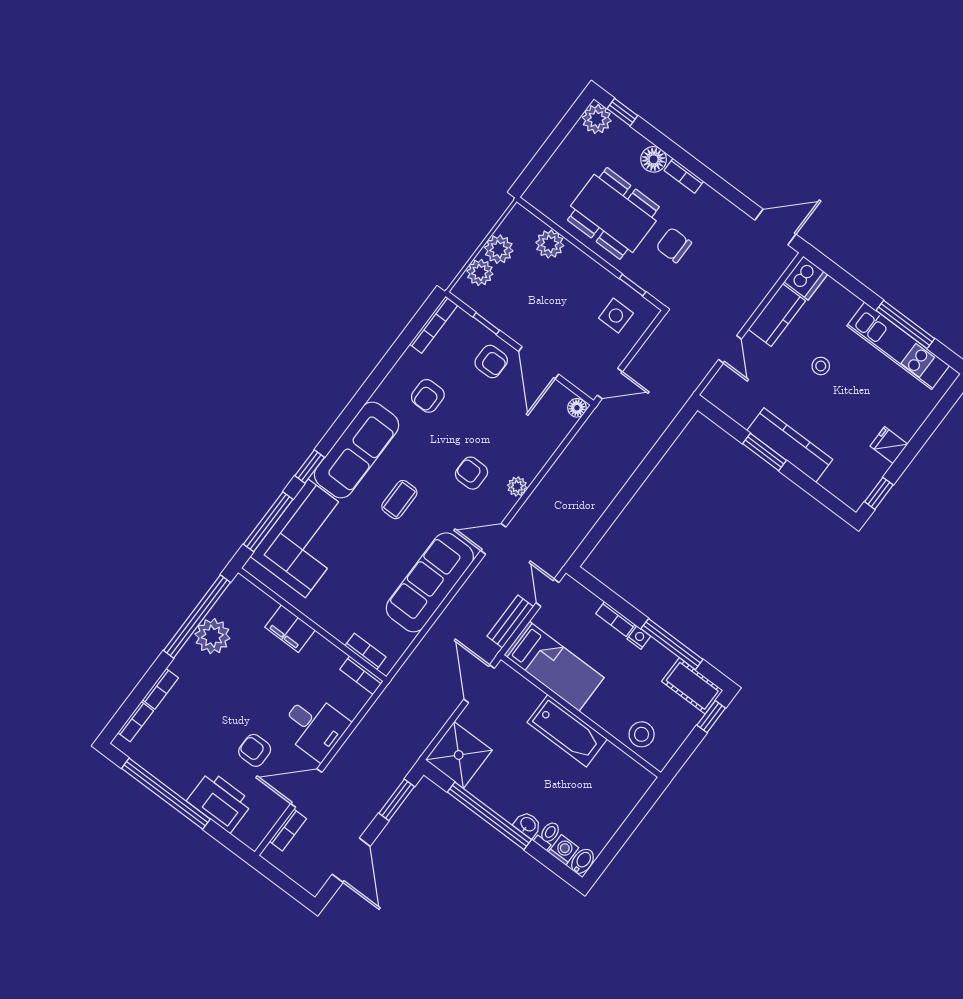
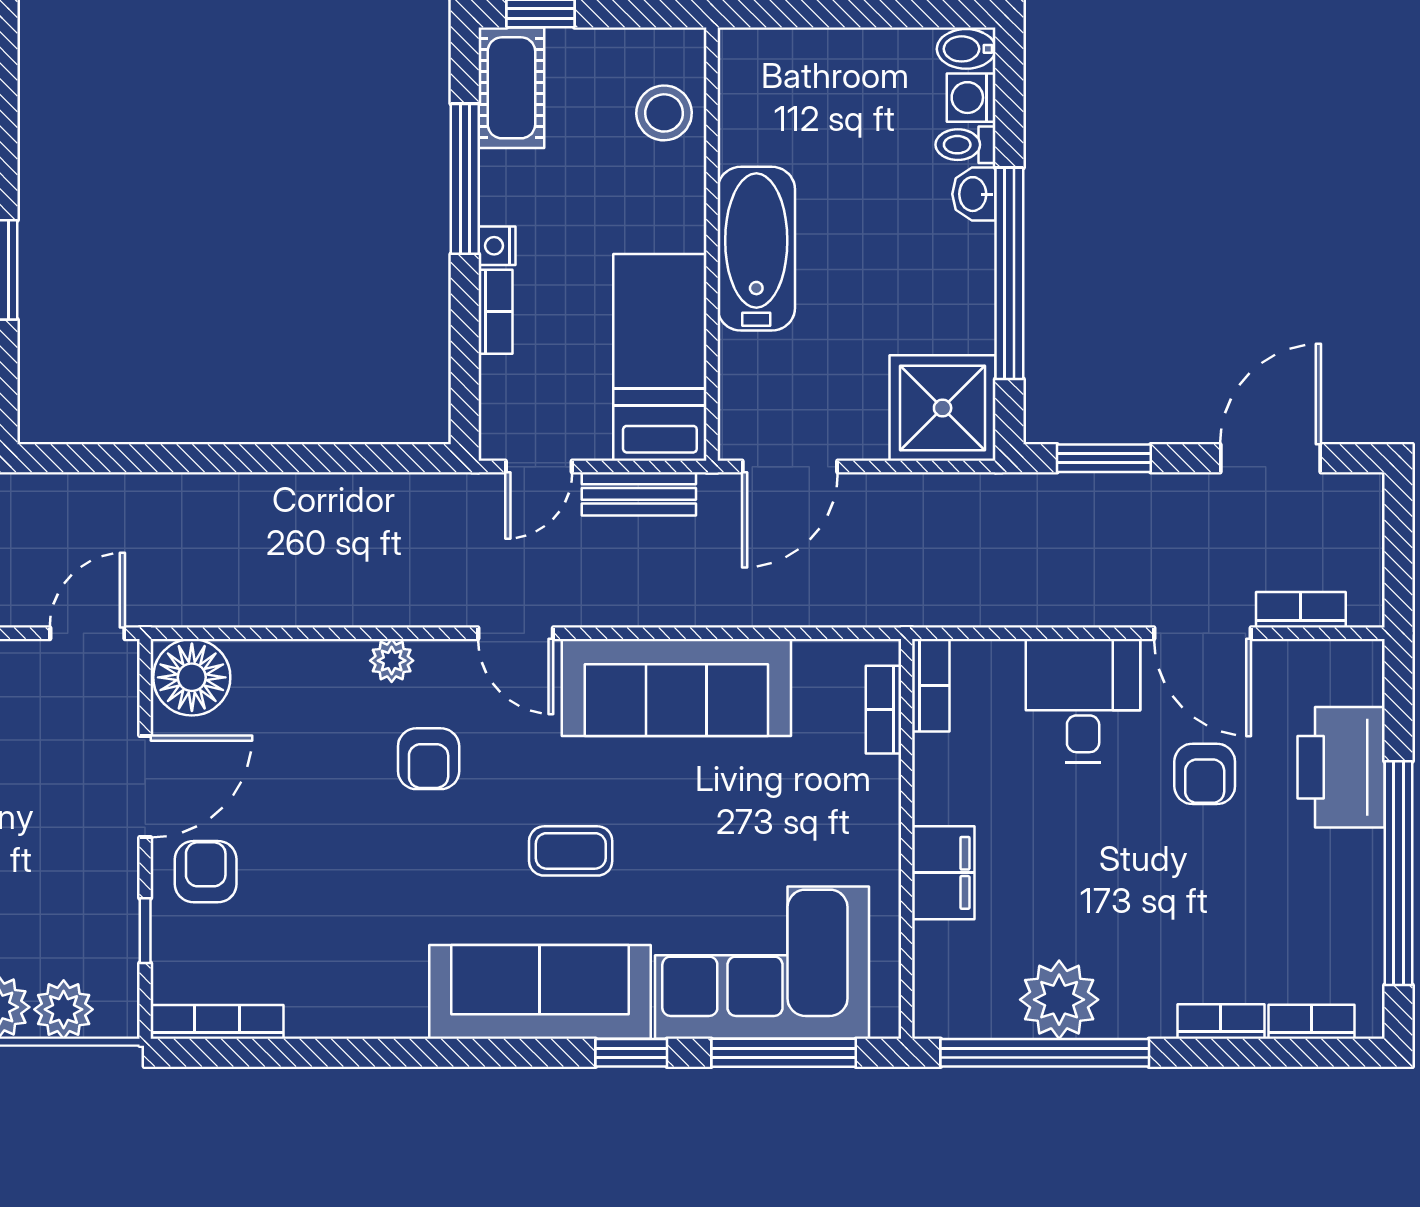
door: (610, 384) -> (87, 633), hinge flipped
armchair: (428, 396) -> (350, 938), removed
floor lamp: (577, 408) -> (192, 677), width x1.89, depth x1.89

